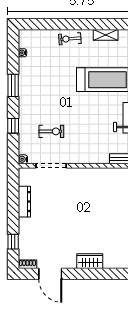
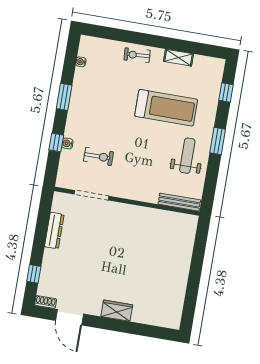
water cooler: (23, 159) -> (67, 143), moved

